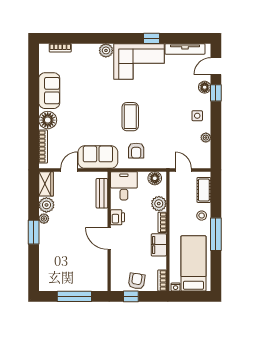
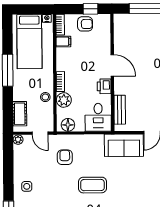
coffee table: (130, 117) -> (92, 185), turned 90
plant: (206, 138) -> (18, 140), moved
armchair: (136, 151) -> (65, 157), moved
stool: (202, 216) -> (45, 97), moved
filing cabinet: (159, 245) -> (63, 42), moved, width x0.50
armchair: (137, 281) -> (85, 24), turned -99

